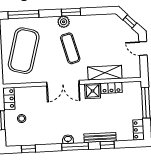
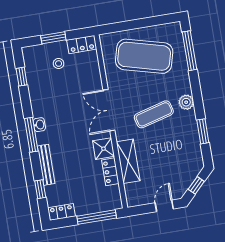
window: (71, 12) -> (203, 131), moved
window: (107, 145) -> (40, 189), moved

